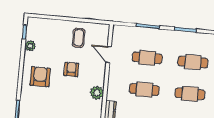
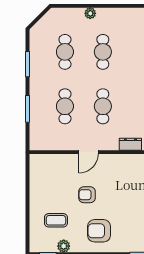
coffee table: (79, 38) -> (56, 220), moved
door: (109, 55) -> (88, 152), moved
plant: (97, 93) -> (112, 162), removed

